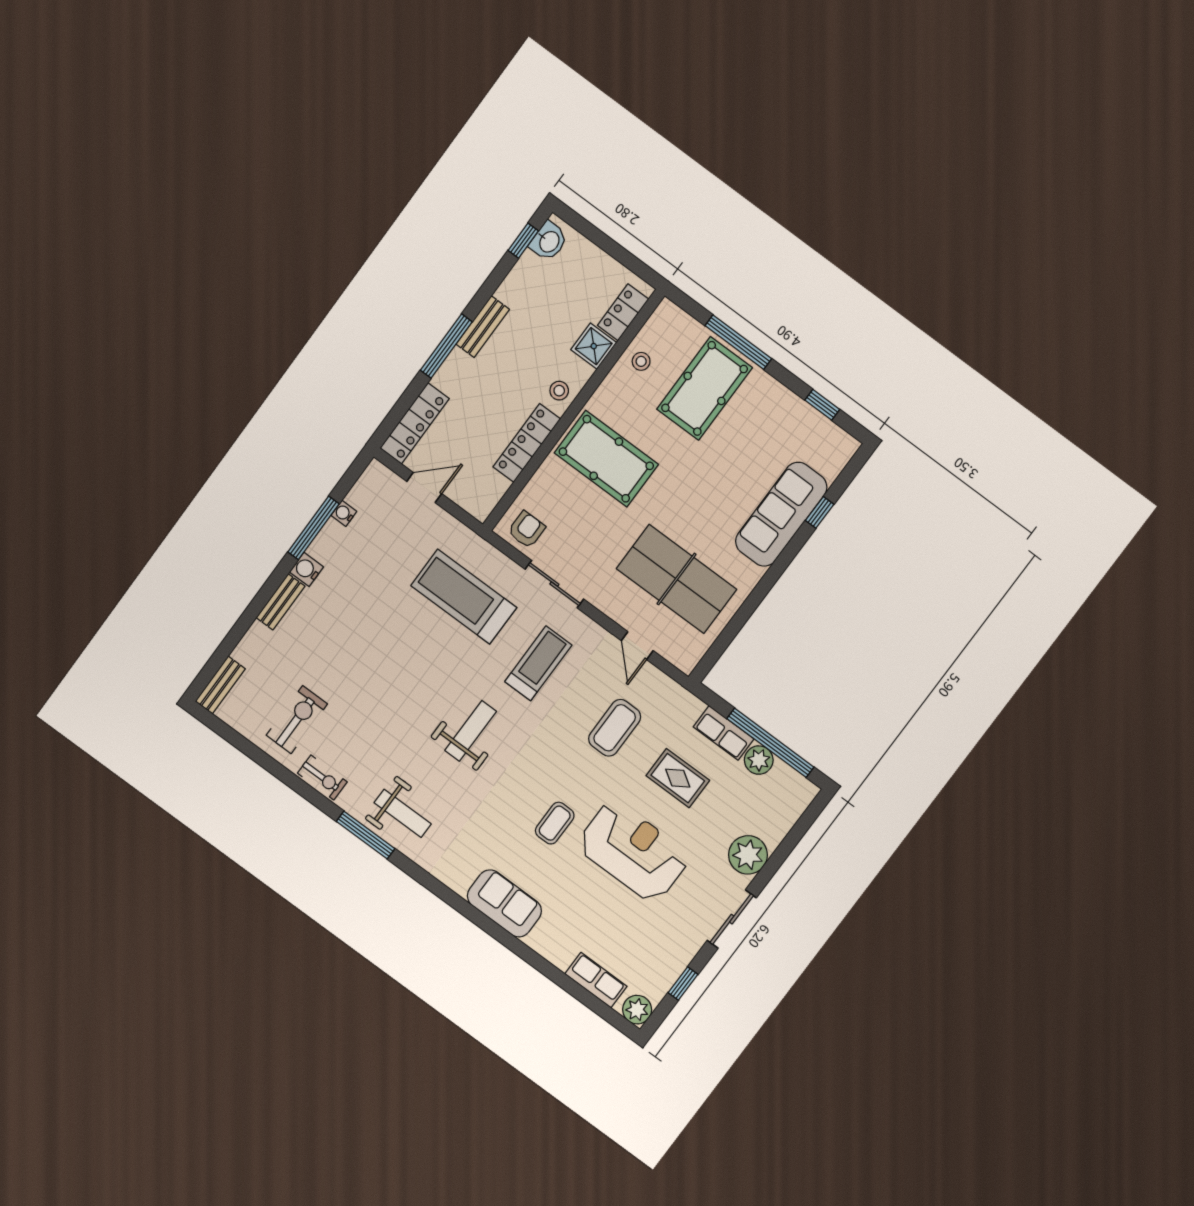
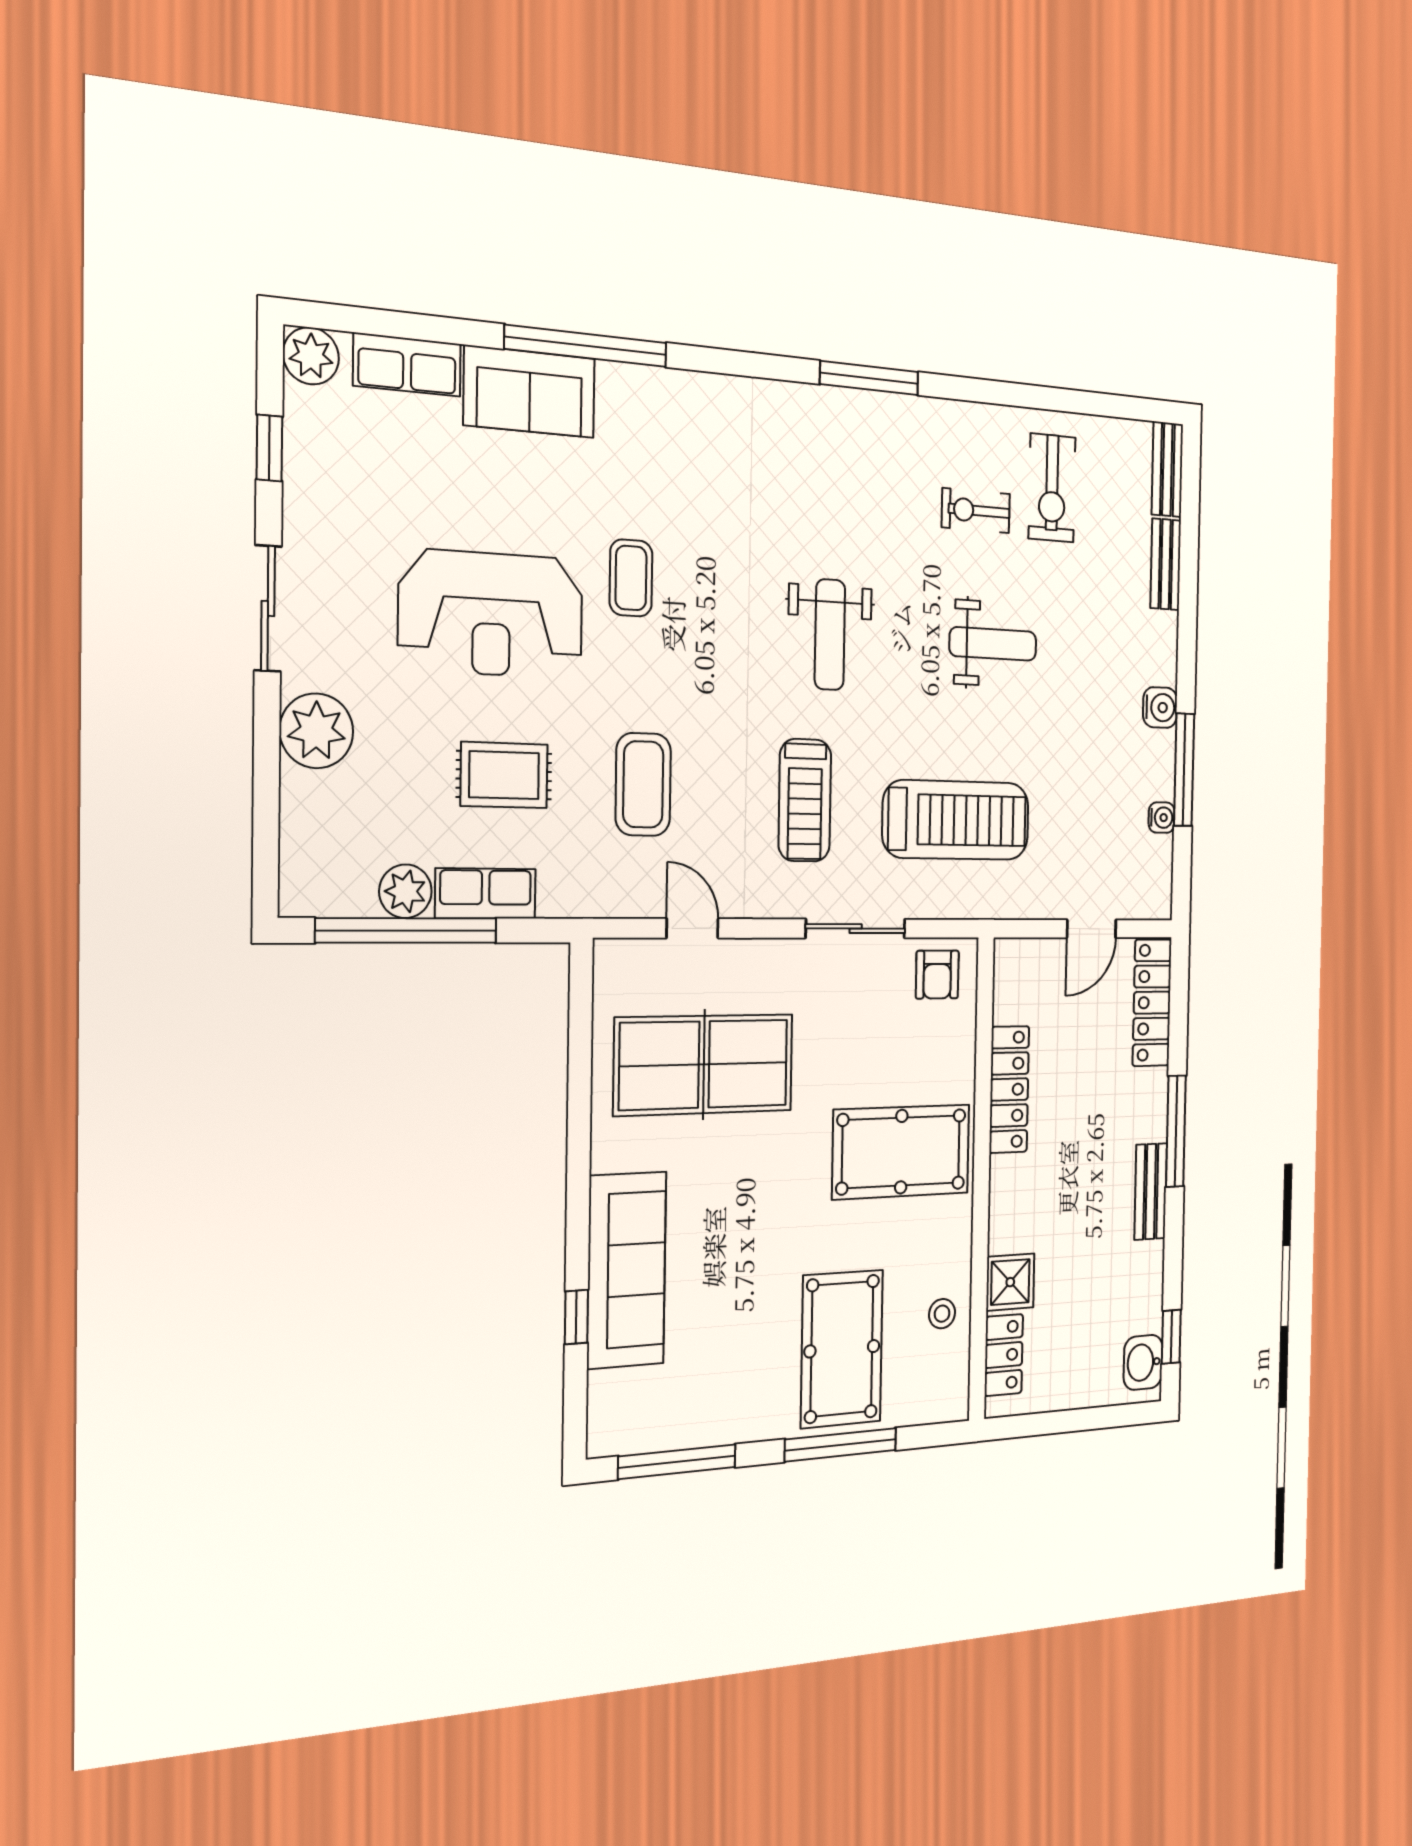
stool: (559, 391) -> (1014, 1190), removed
window: (822, 405) -> (677, 1462), width x2.17
bench: (280, 602) -> (1166, 564), moved
exercise bike: (322, 777) -> (976, 511), moved
weight bench: (403, 813) -> (993, 644), moved, turned 180
sofa: (504, 903) -> (530, 392), moved
window: (504, 937) -> (586, 346), added

